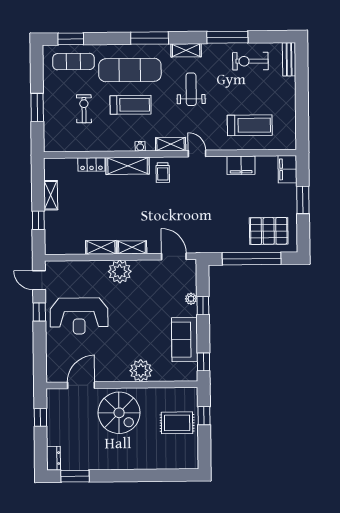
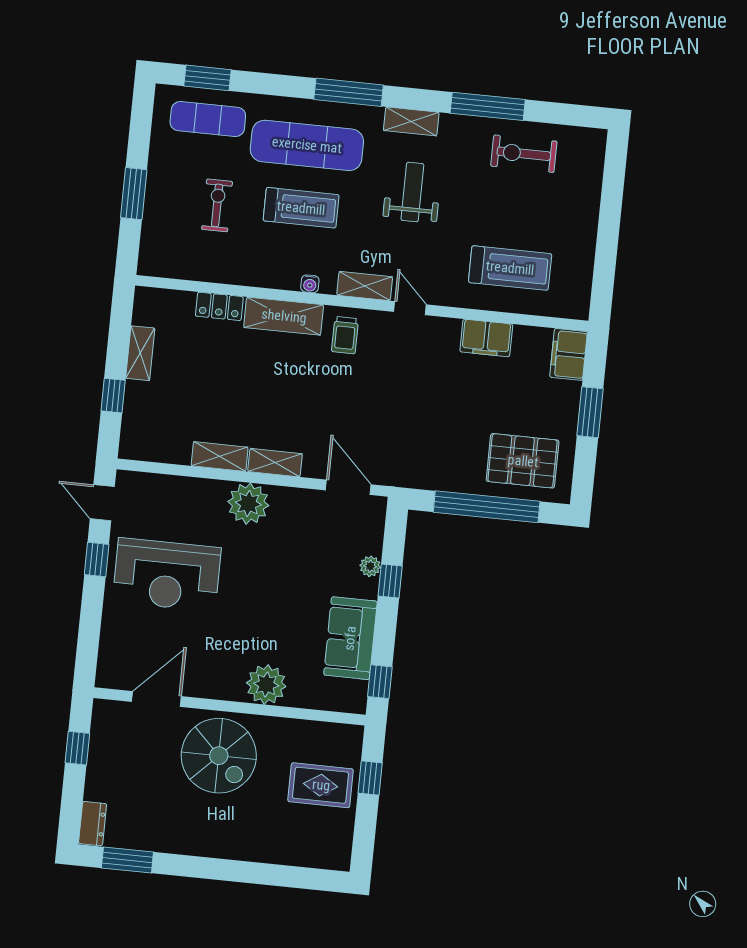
bench: (289, 59) -> (593, 158), removed

